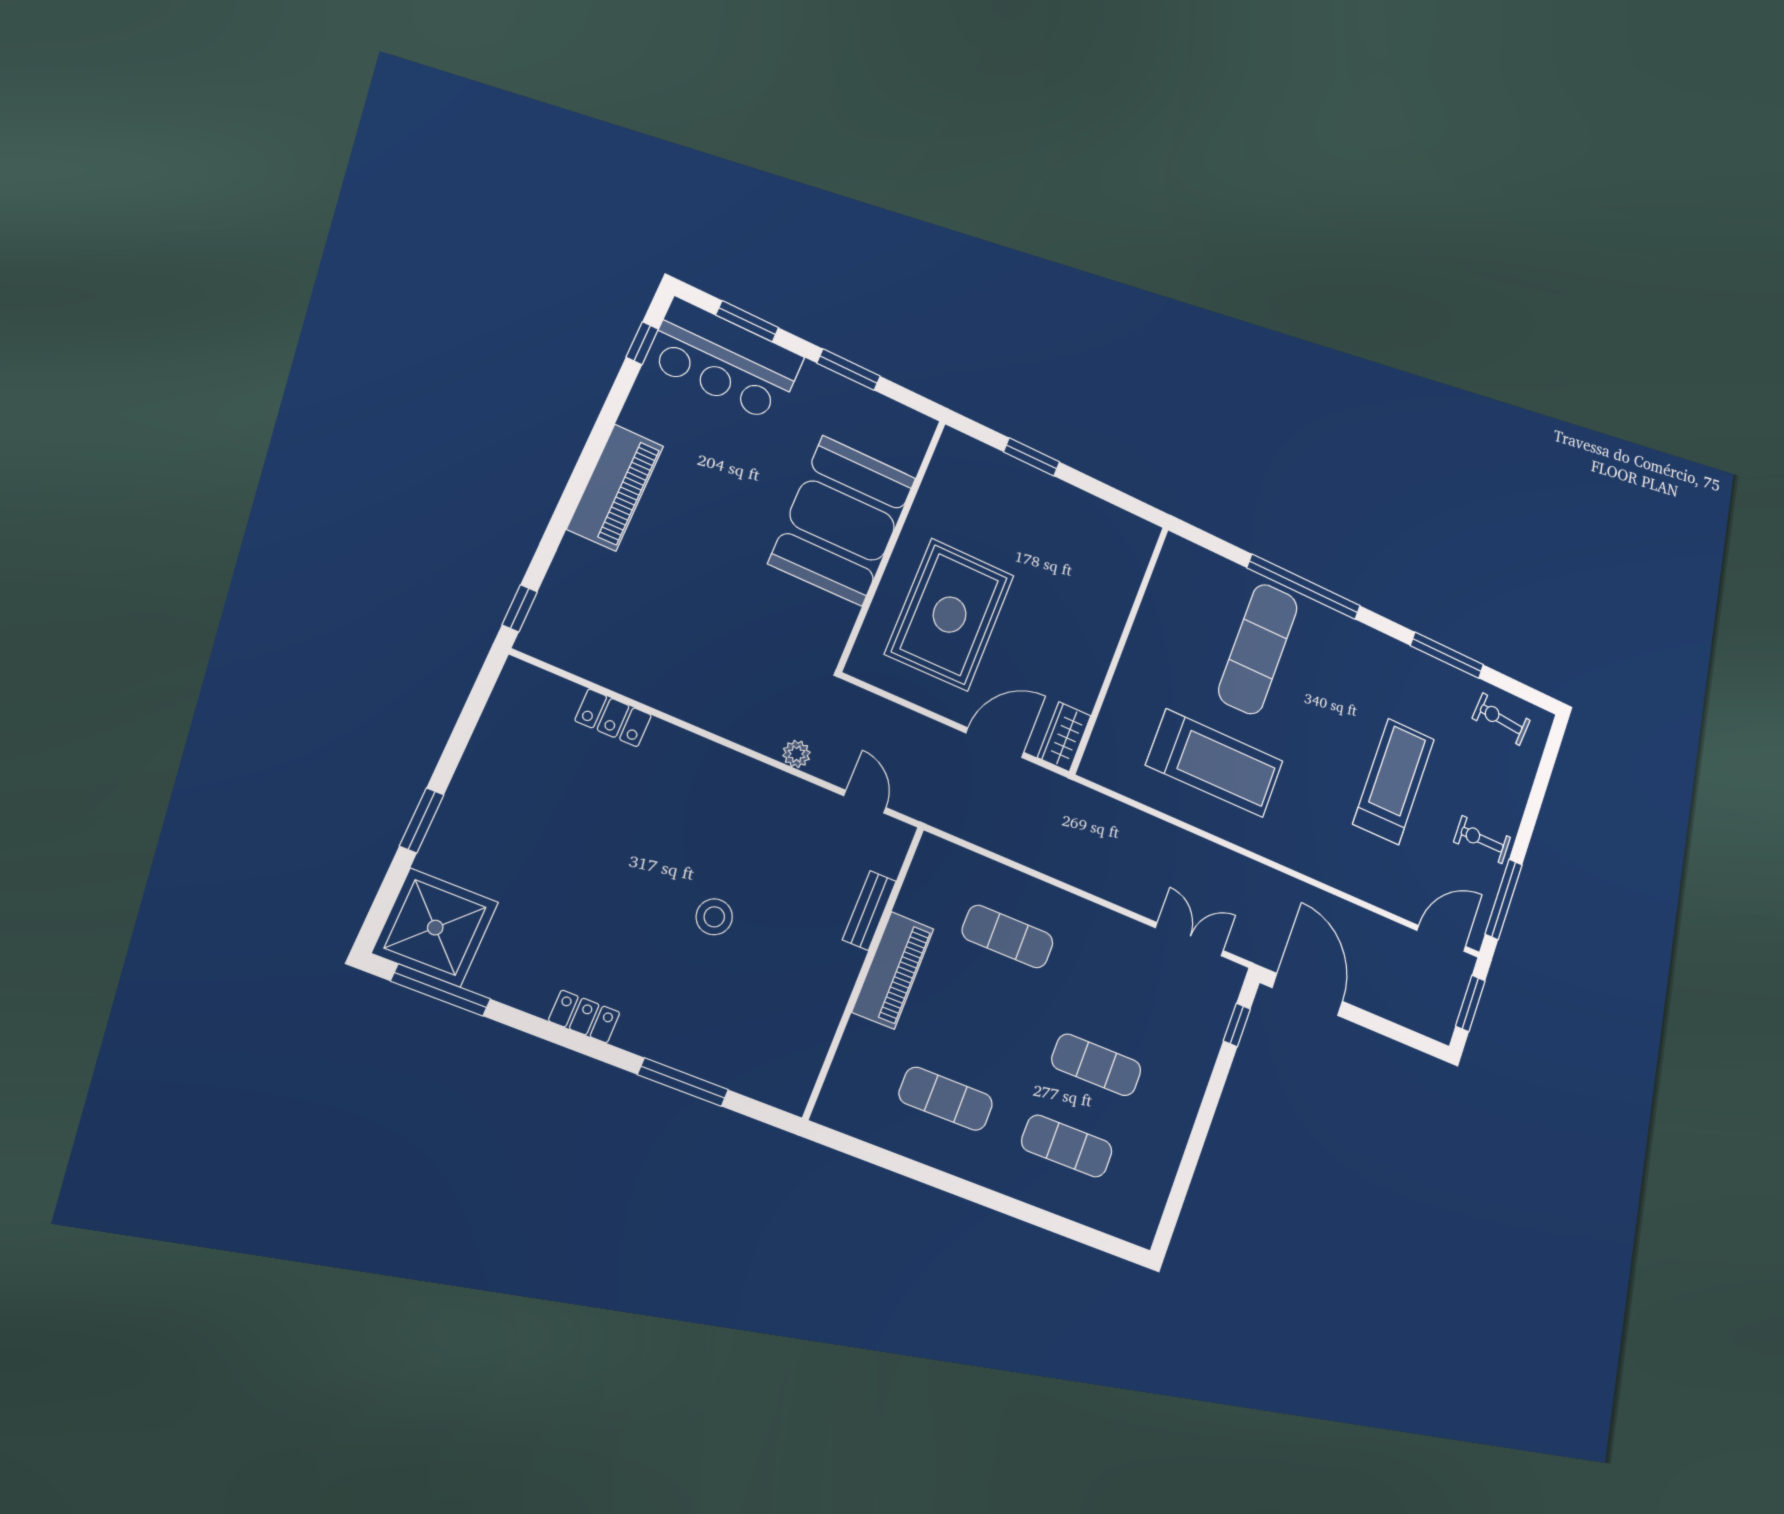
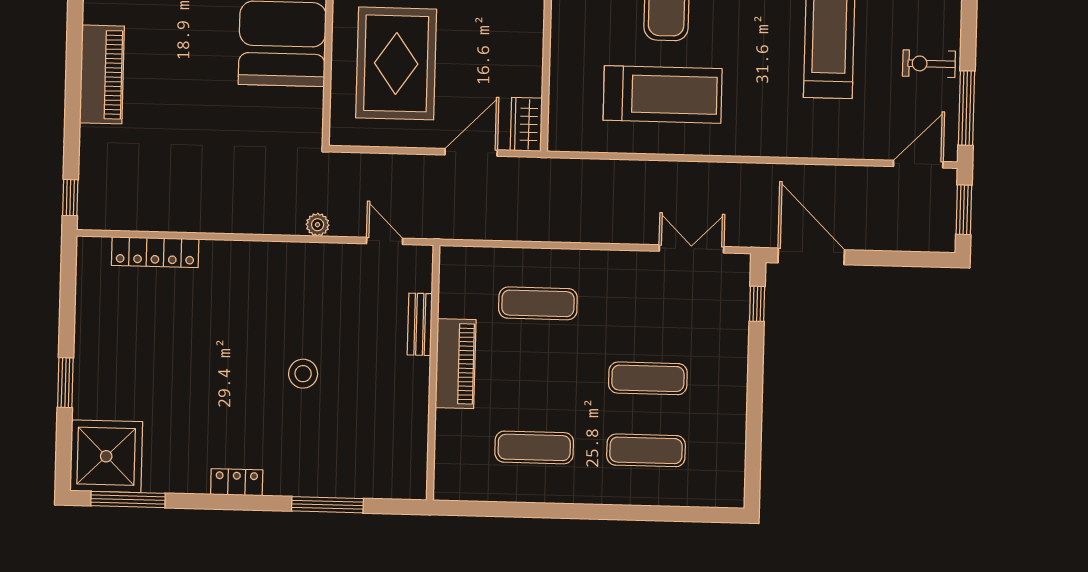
locker: (613, 718) -> (155, 252), width x1.53

